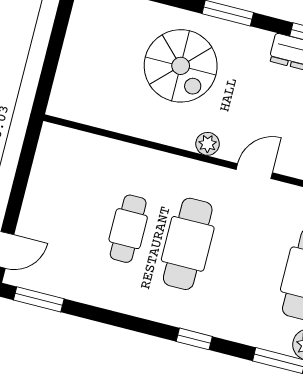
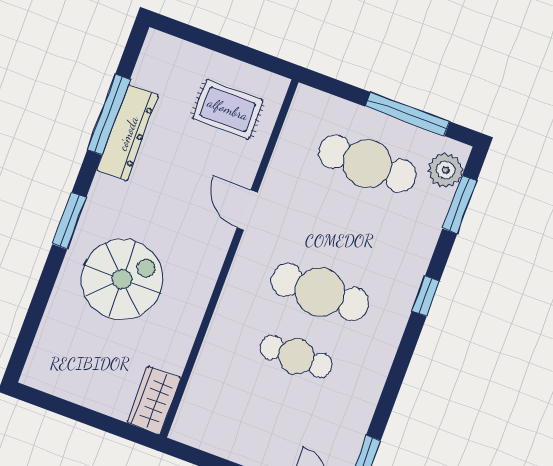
wardrobe: (75, 106) -> (154, 400), added
plant: (208, 144) -> (212, 258), removed

